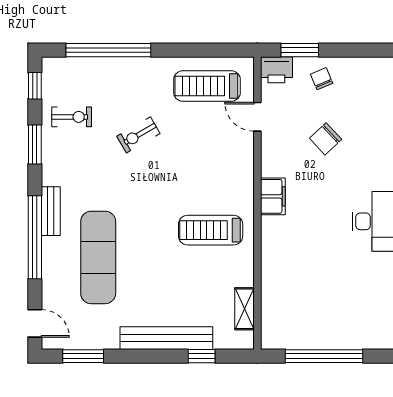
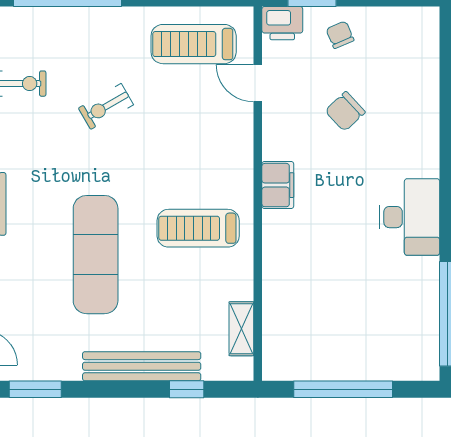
exercise mat: (98, 257) -> (96, 255), moved

